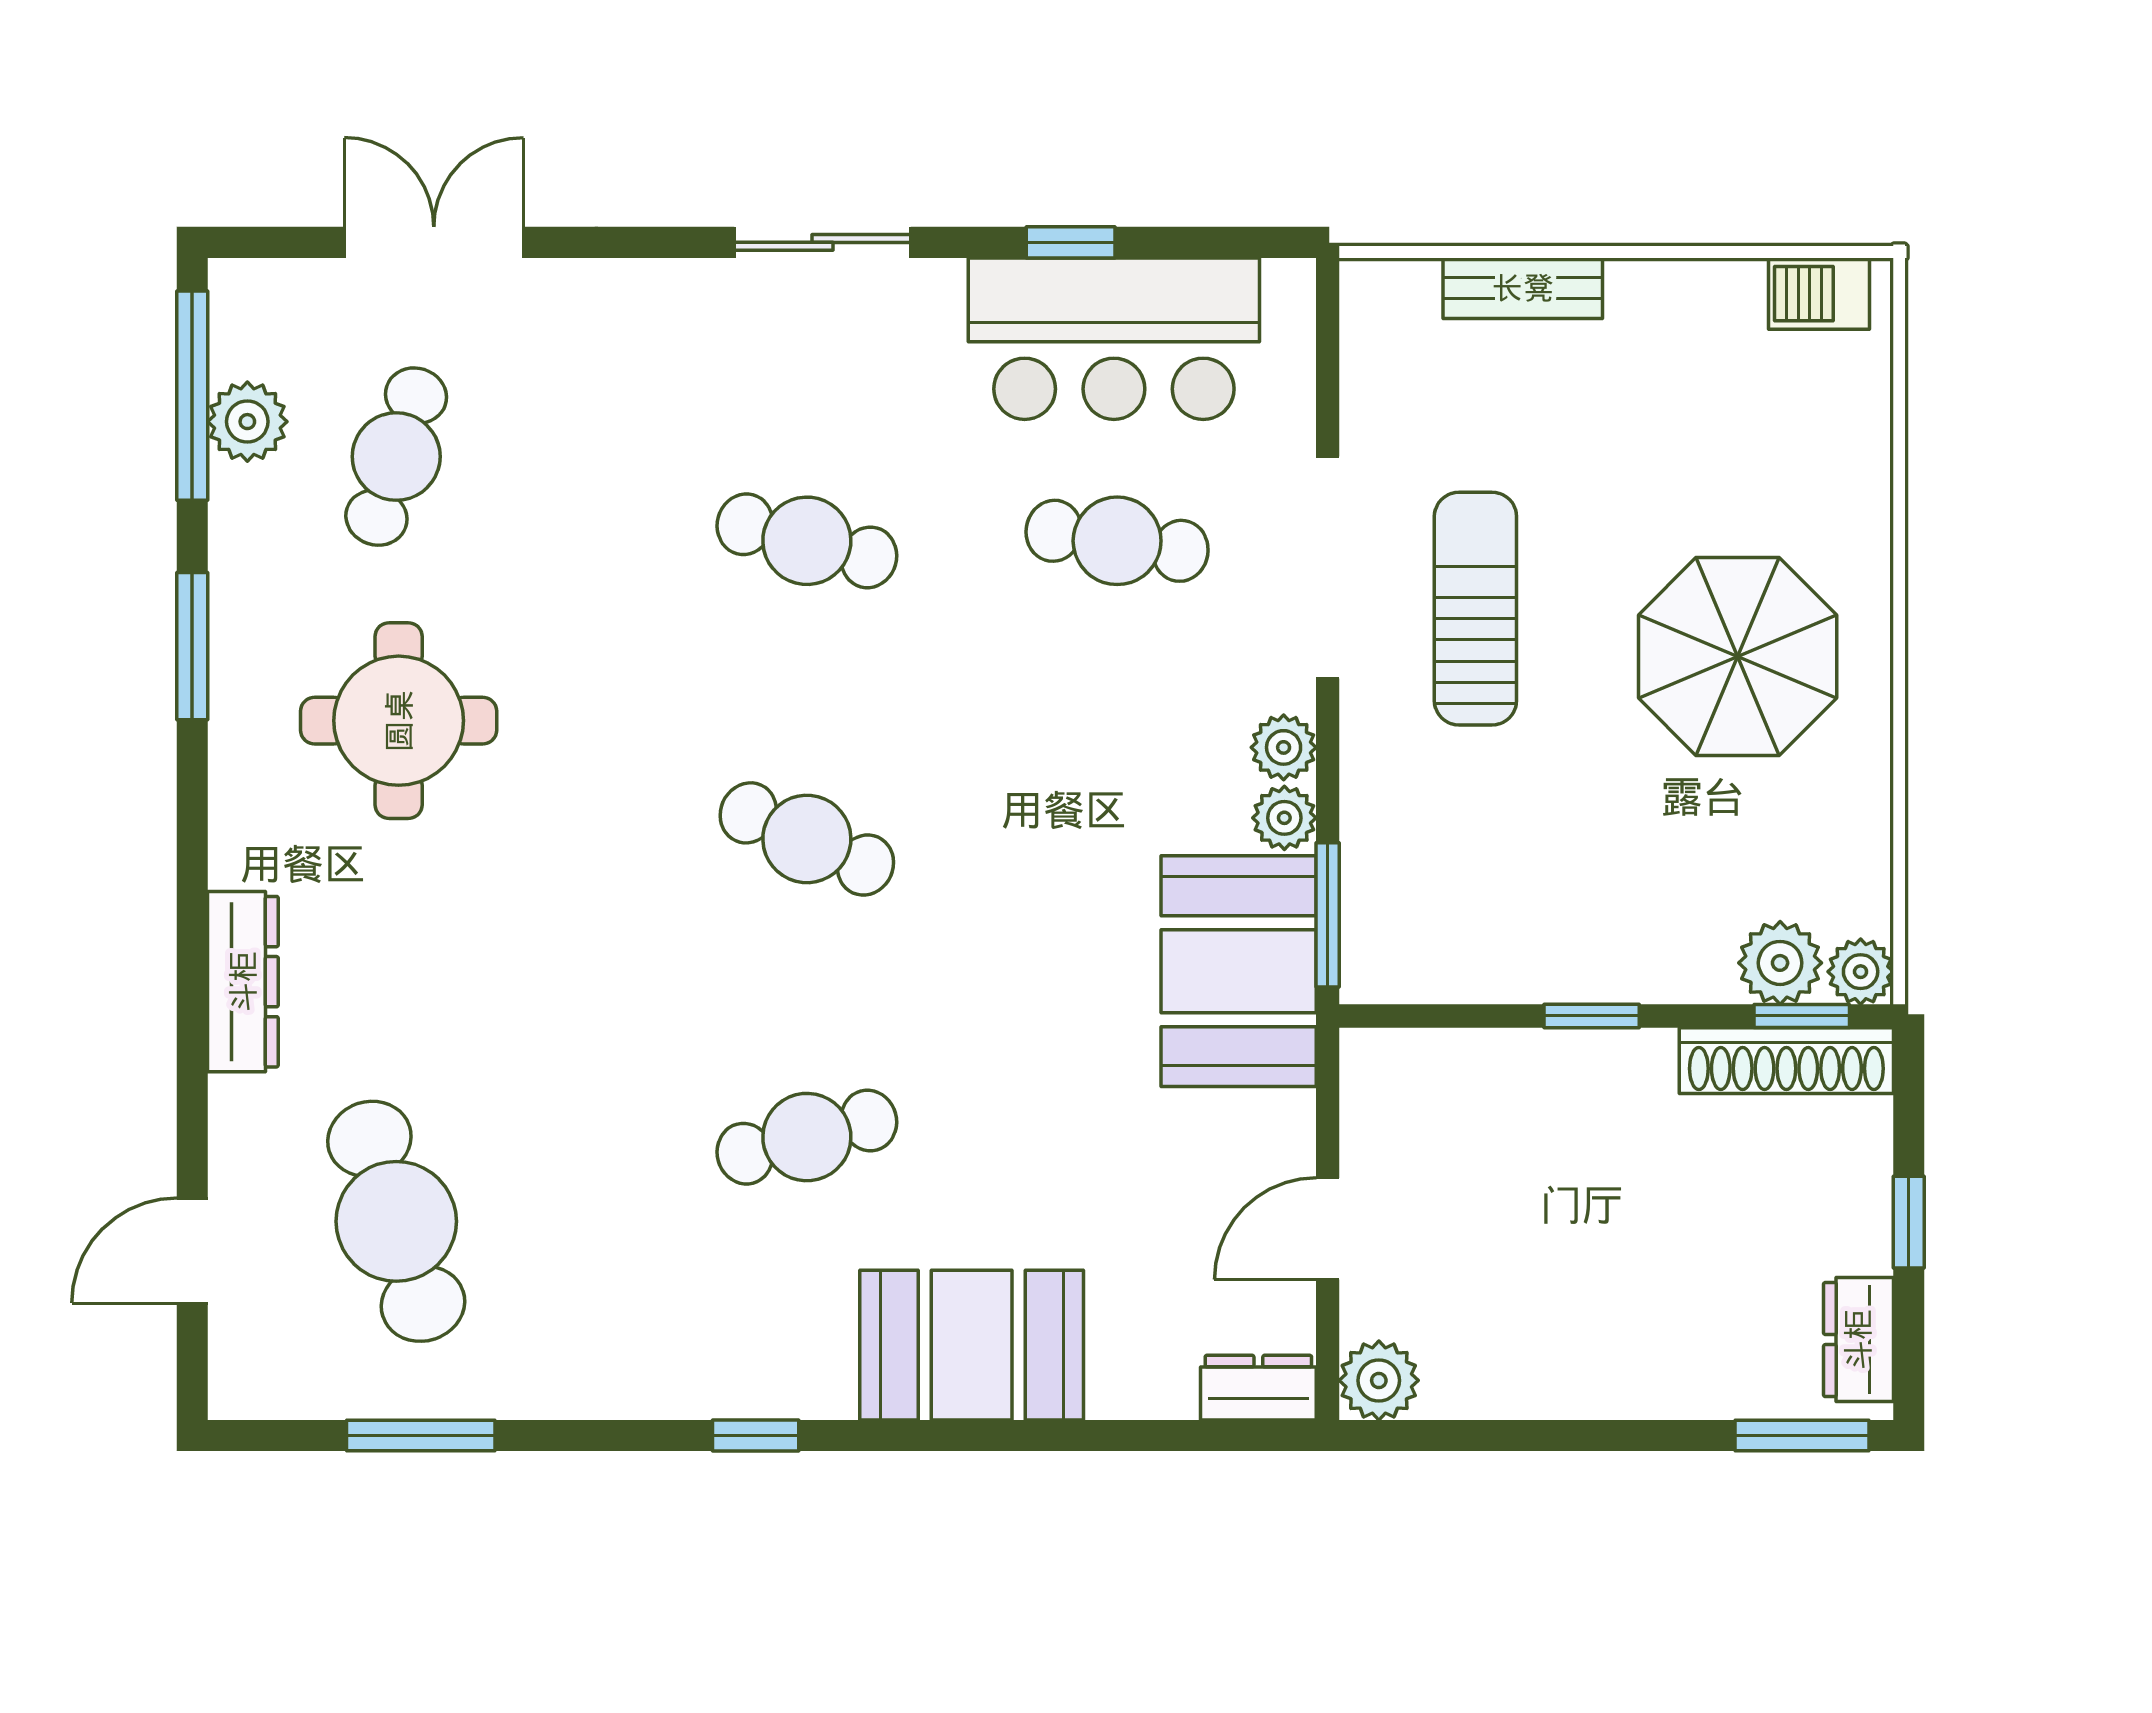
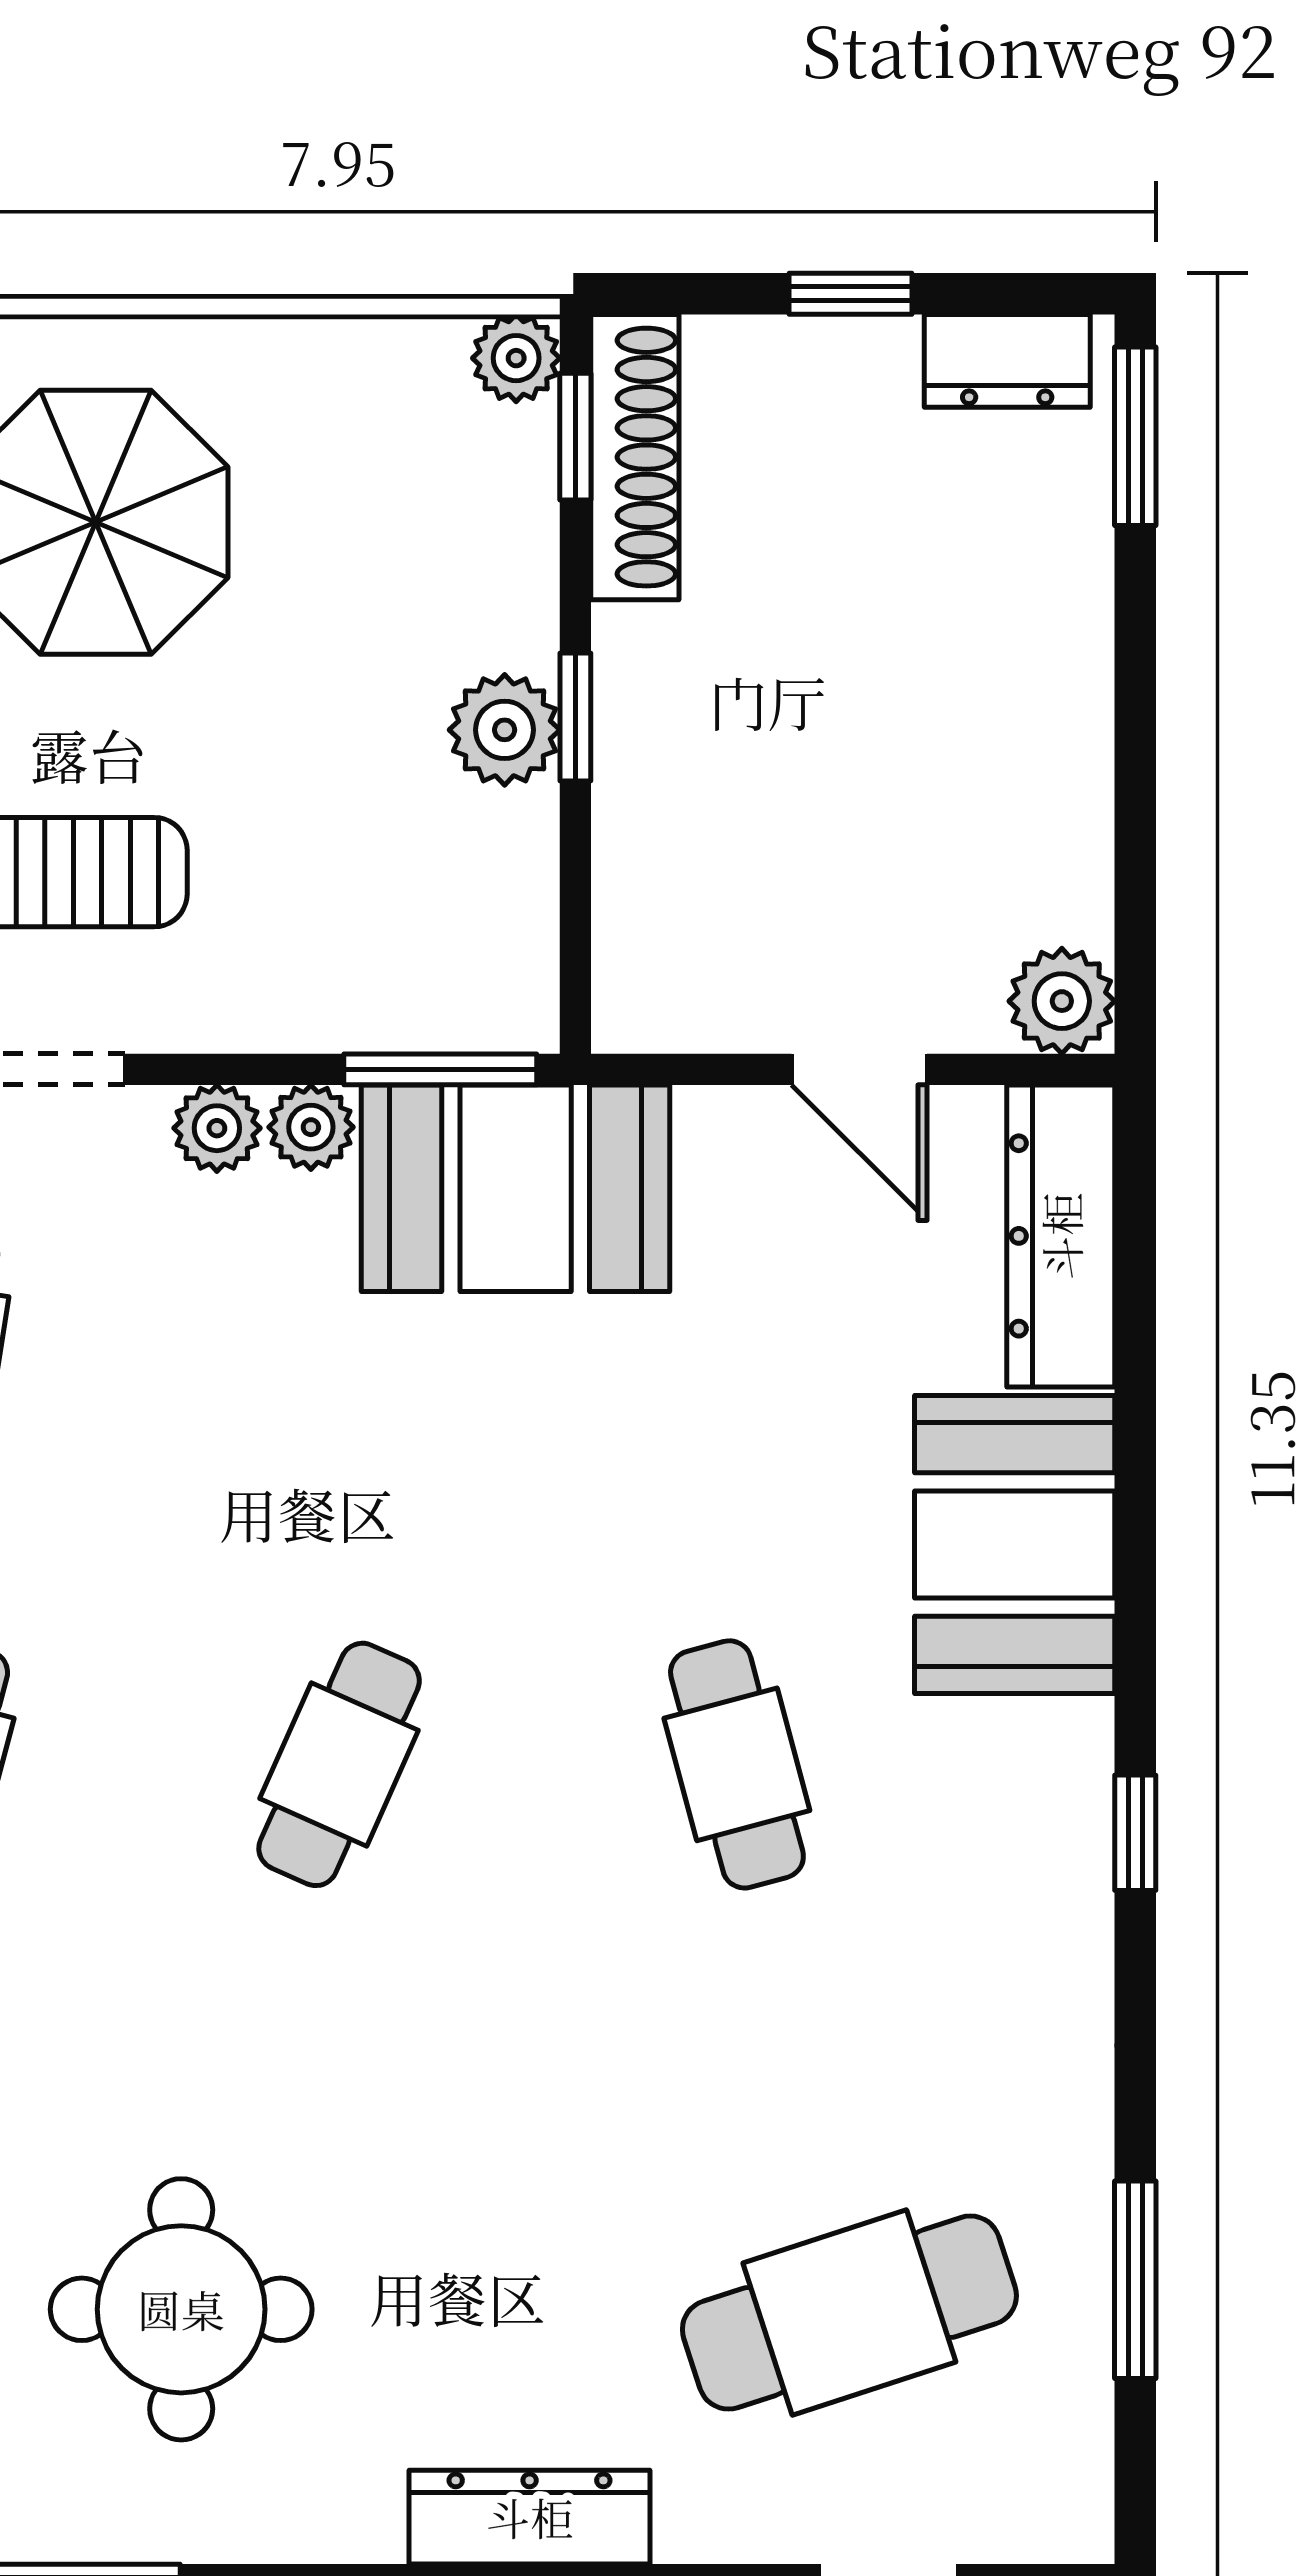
plant: (1780, 963) -> (505, 730), moved
dresser: (1258, 1388) -> (1061, 1236), width x1.96, depth x1.24

